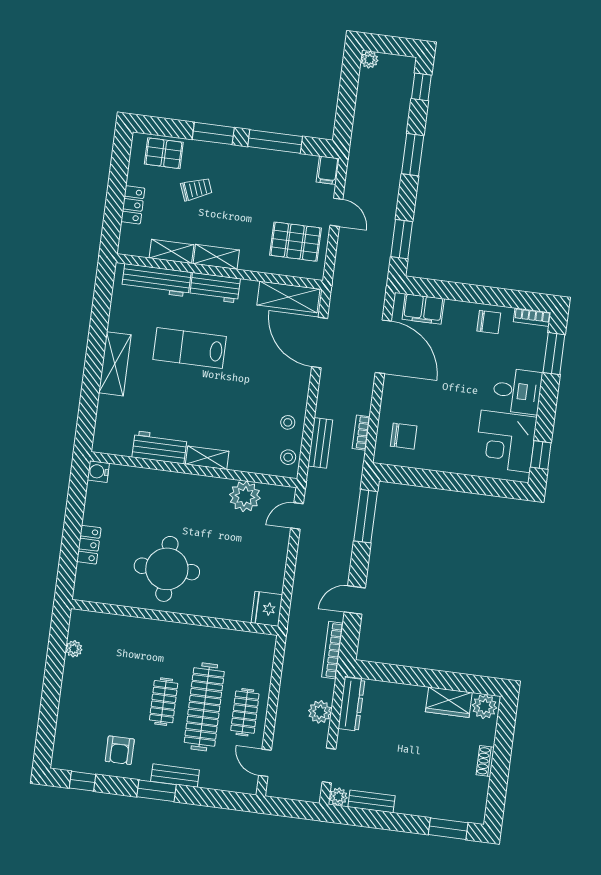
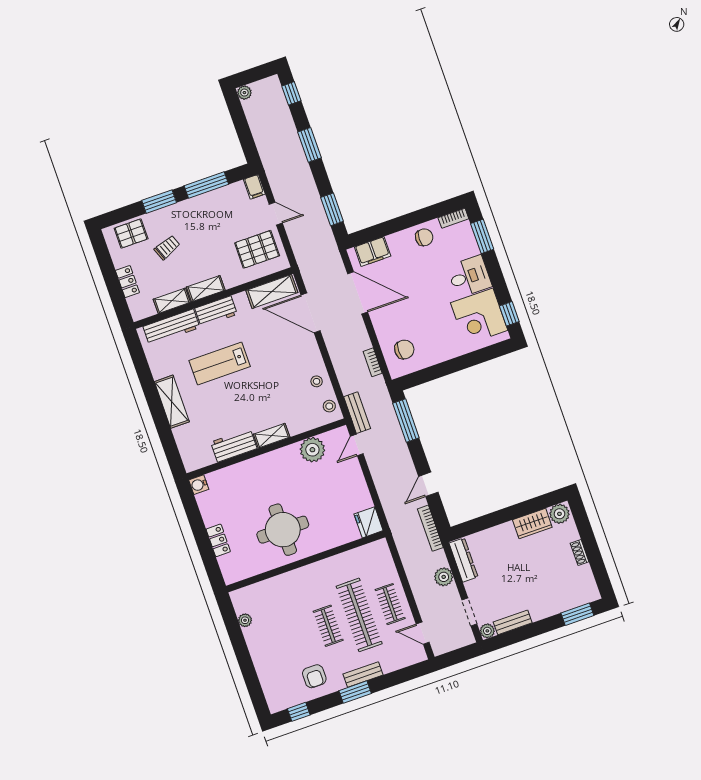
bench: (320, 443) -> (357, 413), moved

